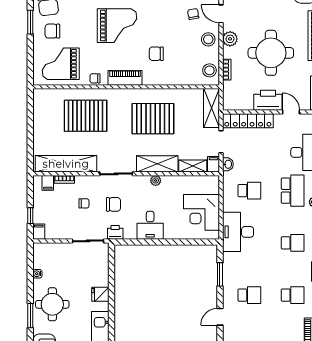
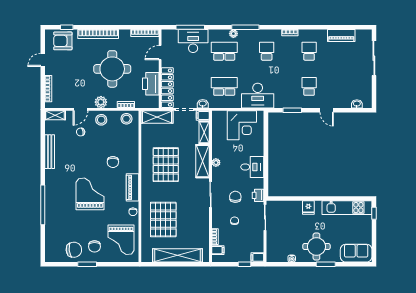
printer: (268, 100) -> (151, 84), moved
shelving: (66, 164) -> (178, 255), moved, turned 90
school desk: (249, 191) -> (224, 86), width x1.85

